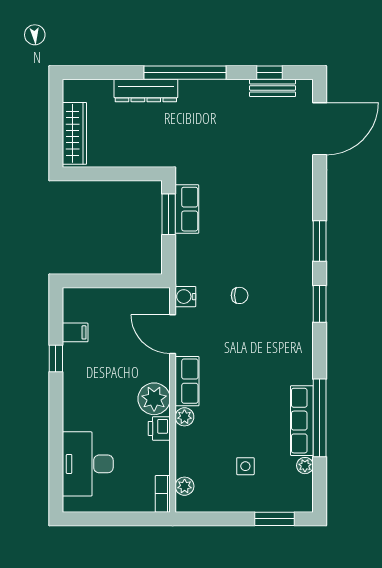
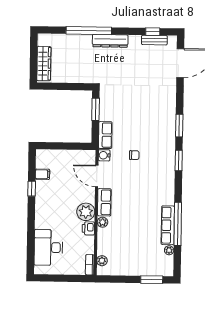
window: (185, 73) -> (89, 31), moved
dresser: (146, 91) -> (110, 41), moved
row of seats: (187, 209) -> (105, 135), moved
side table: (245, 466) -> (136, 250), removed

